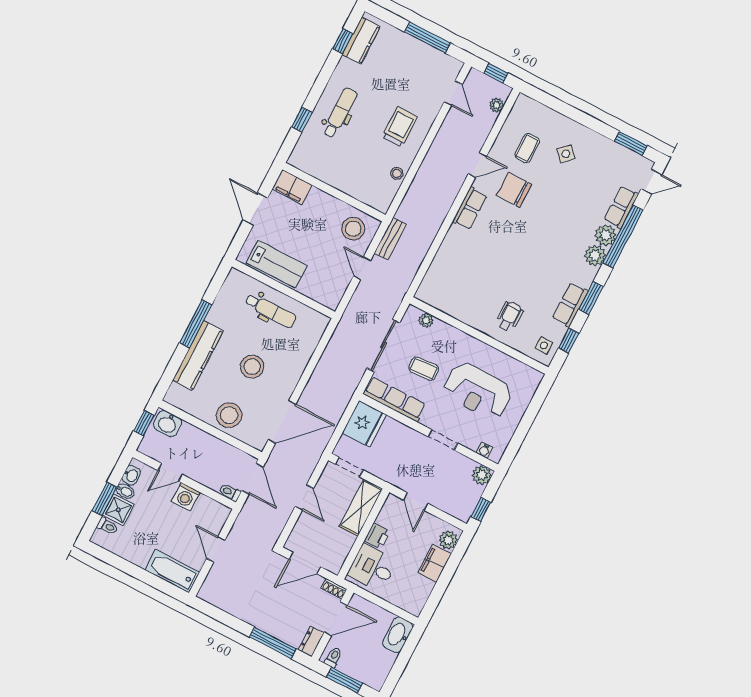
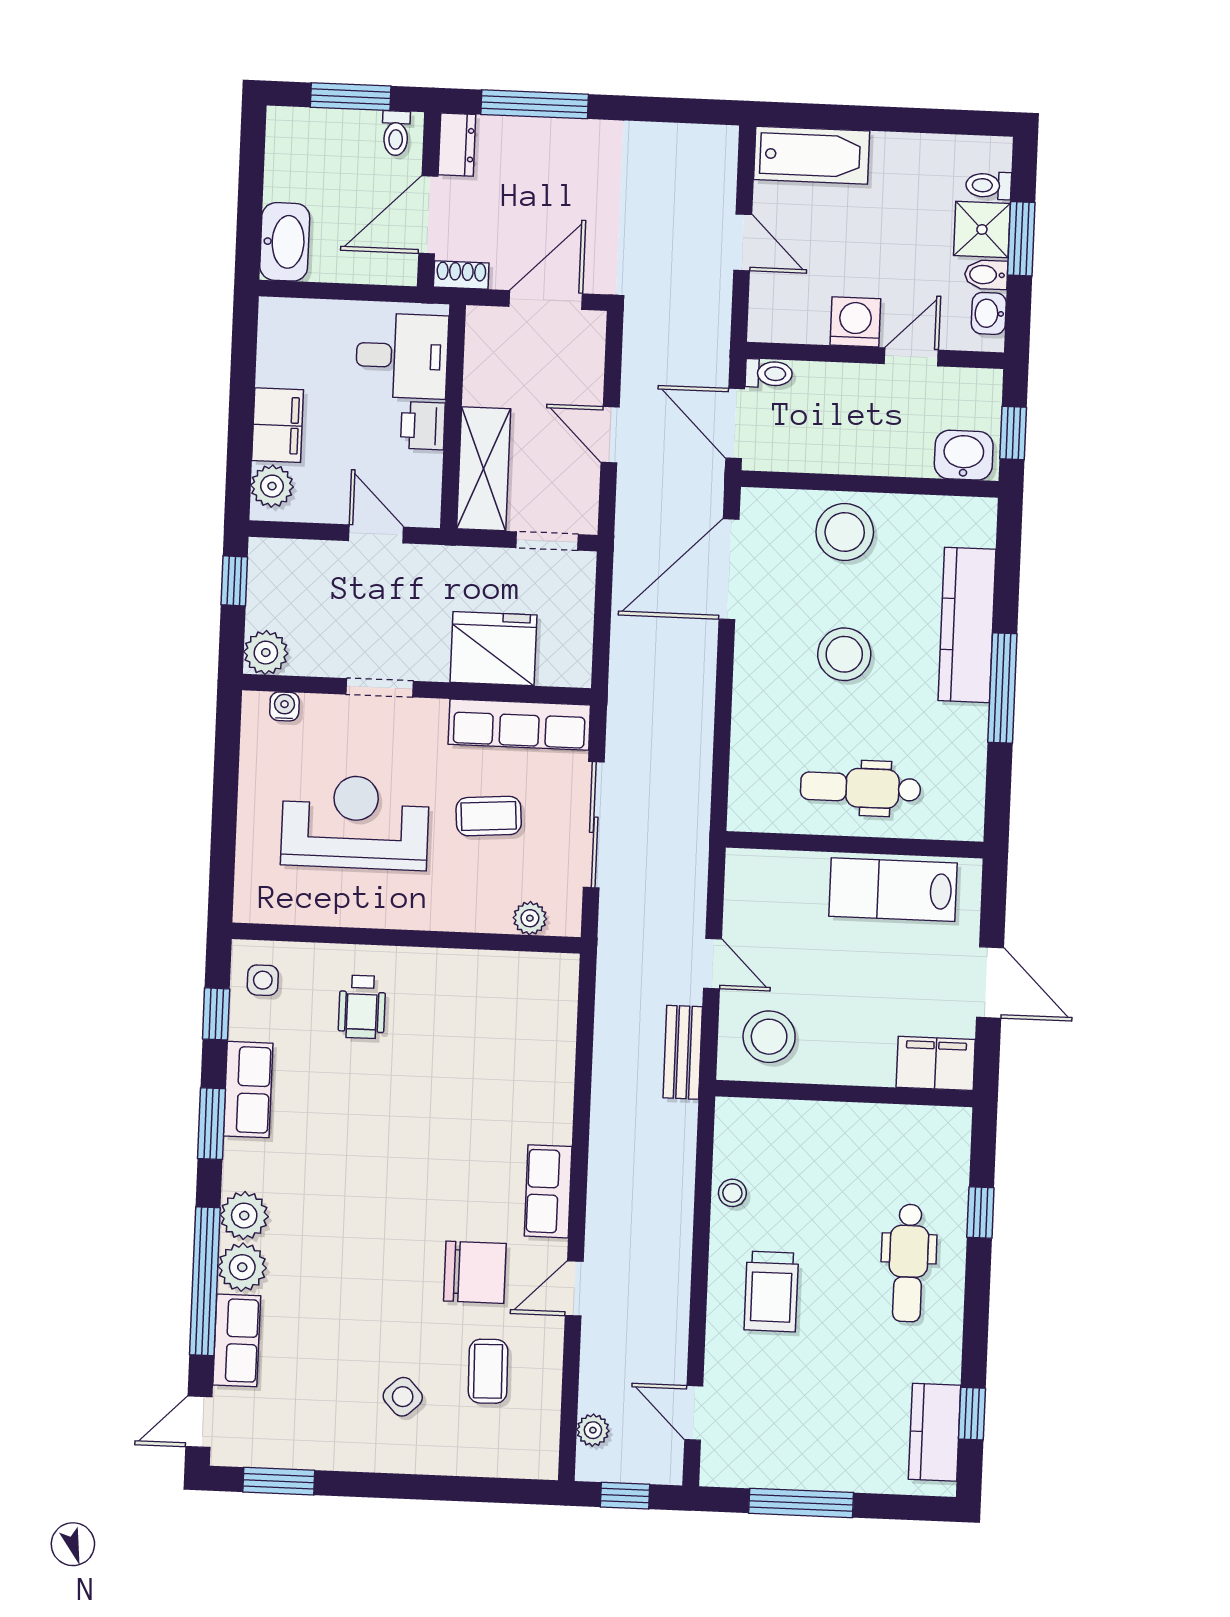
fridge: (364, 424) -> (494, 649), moved, turned 90

